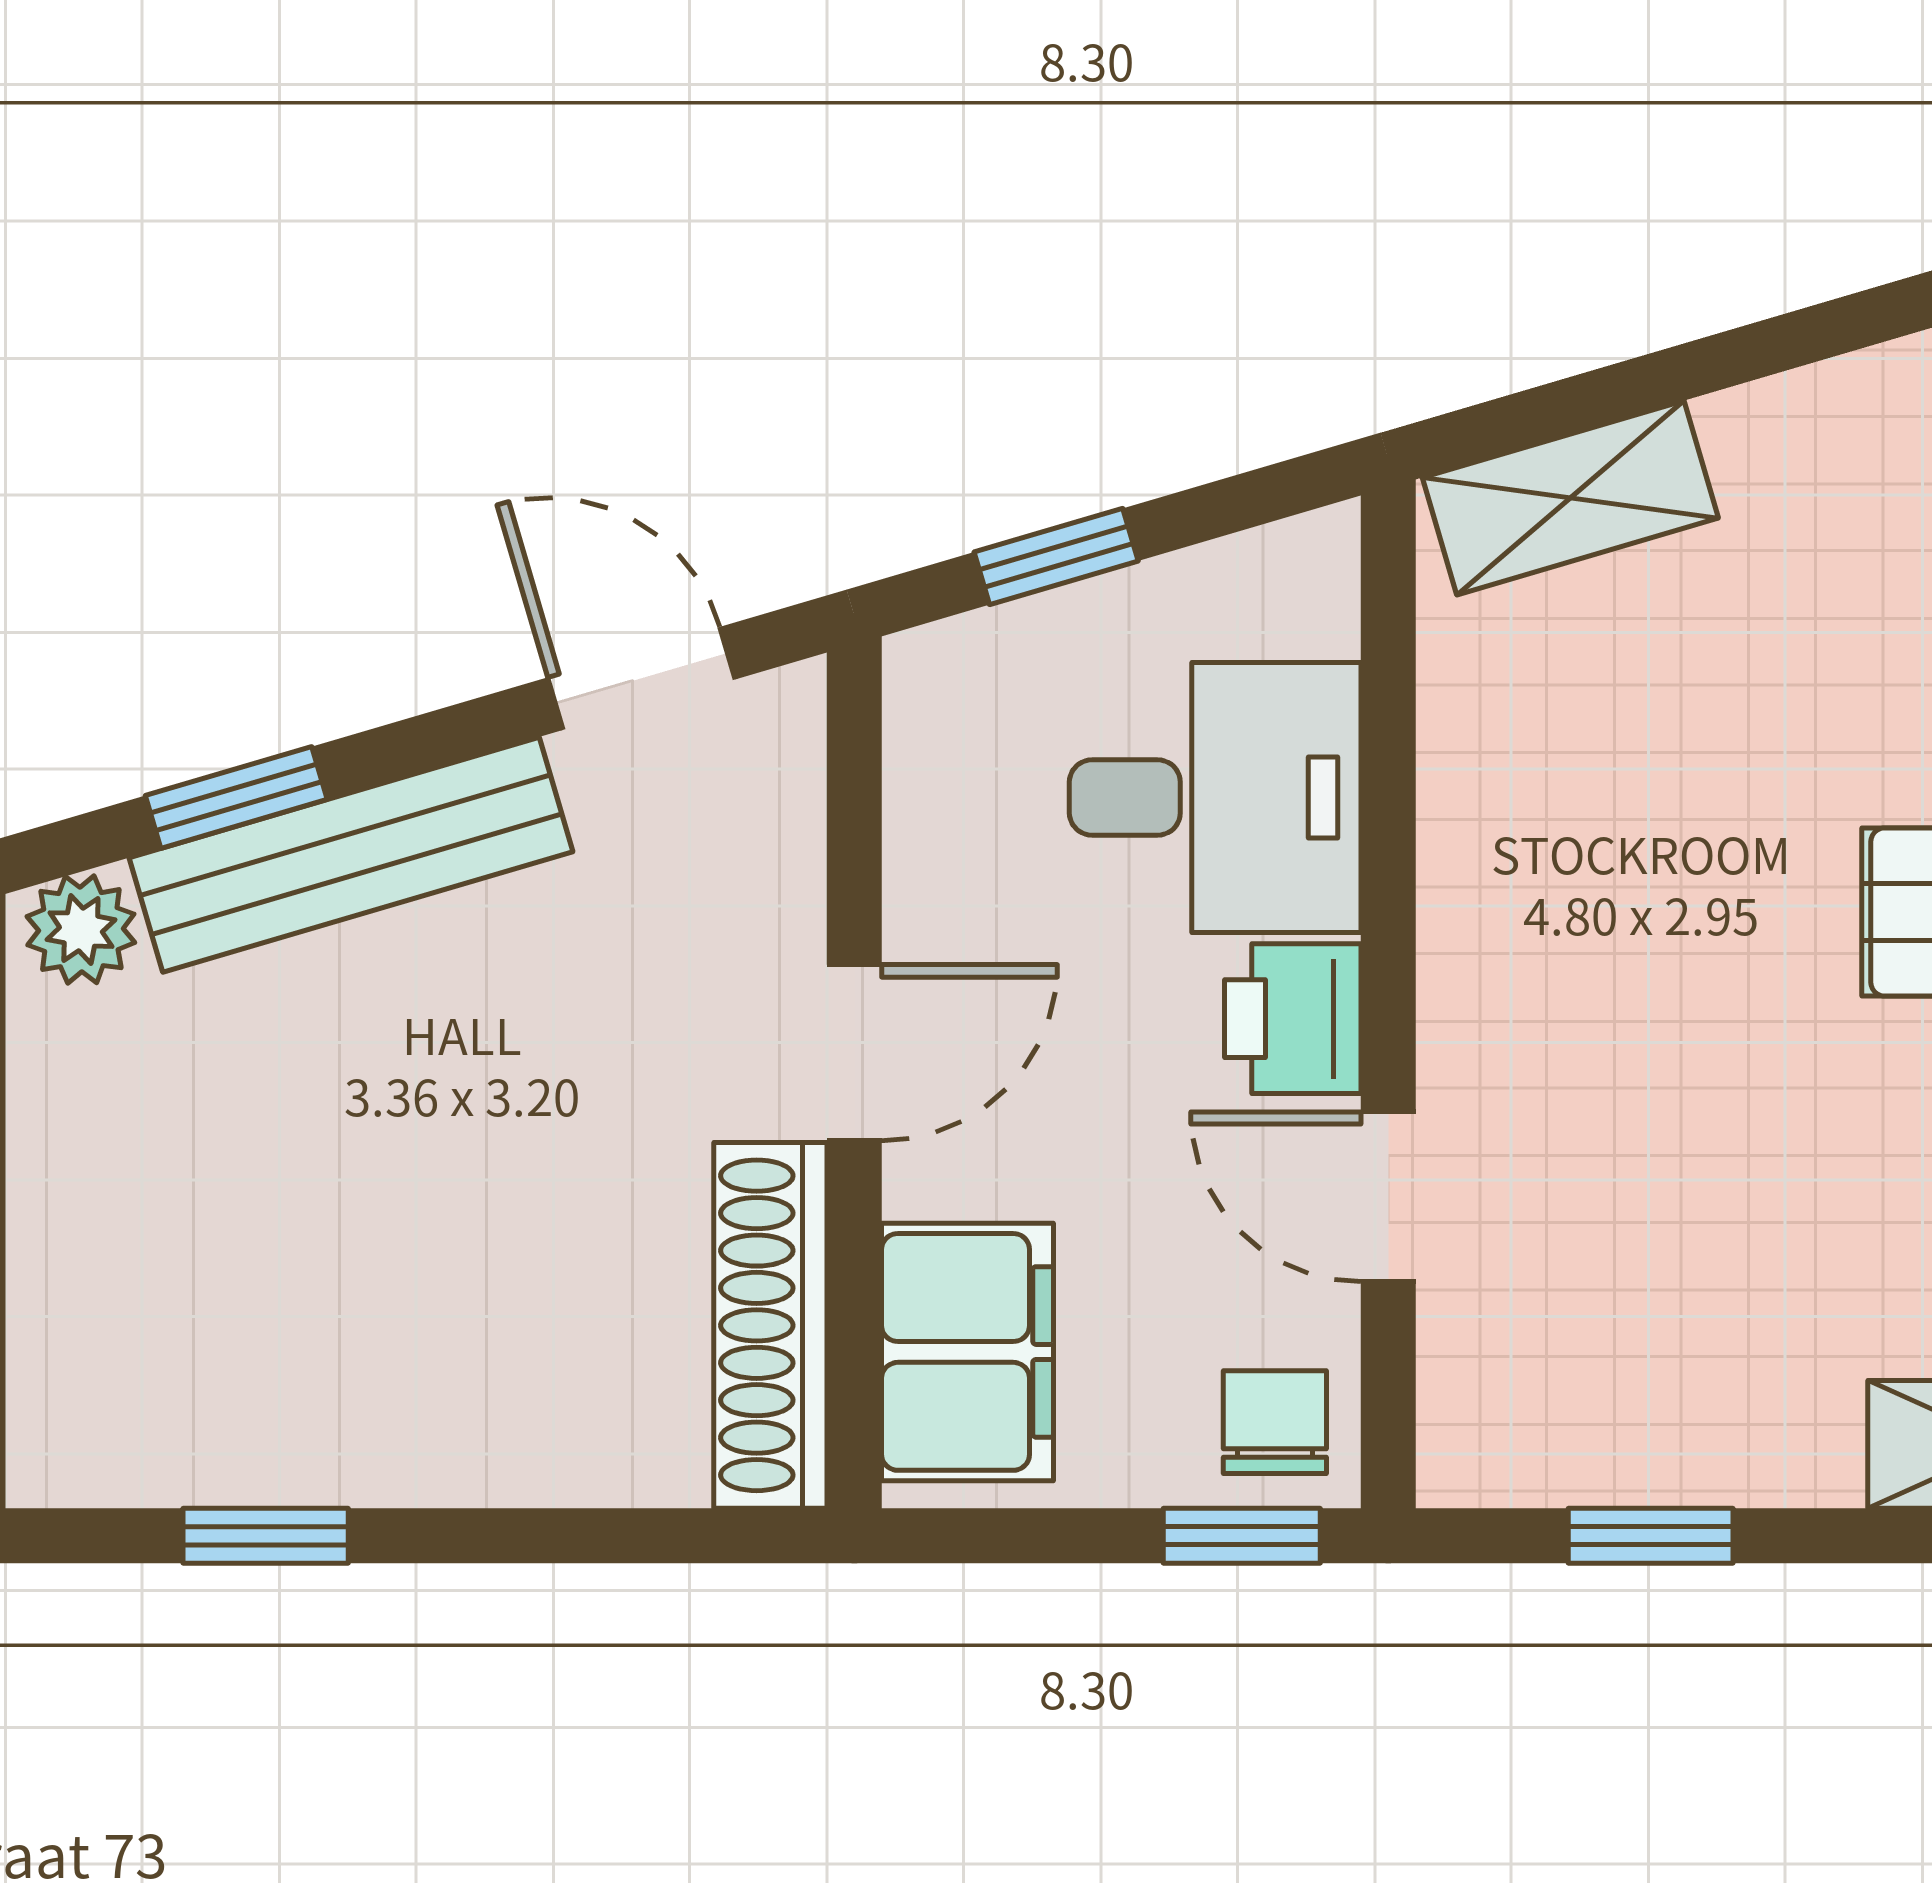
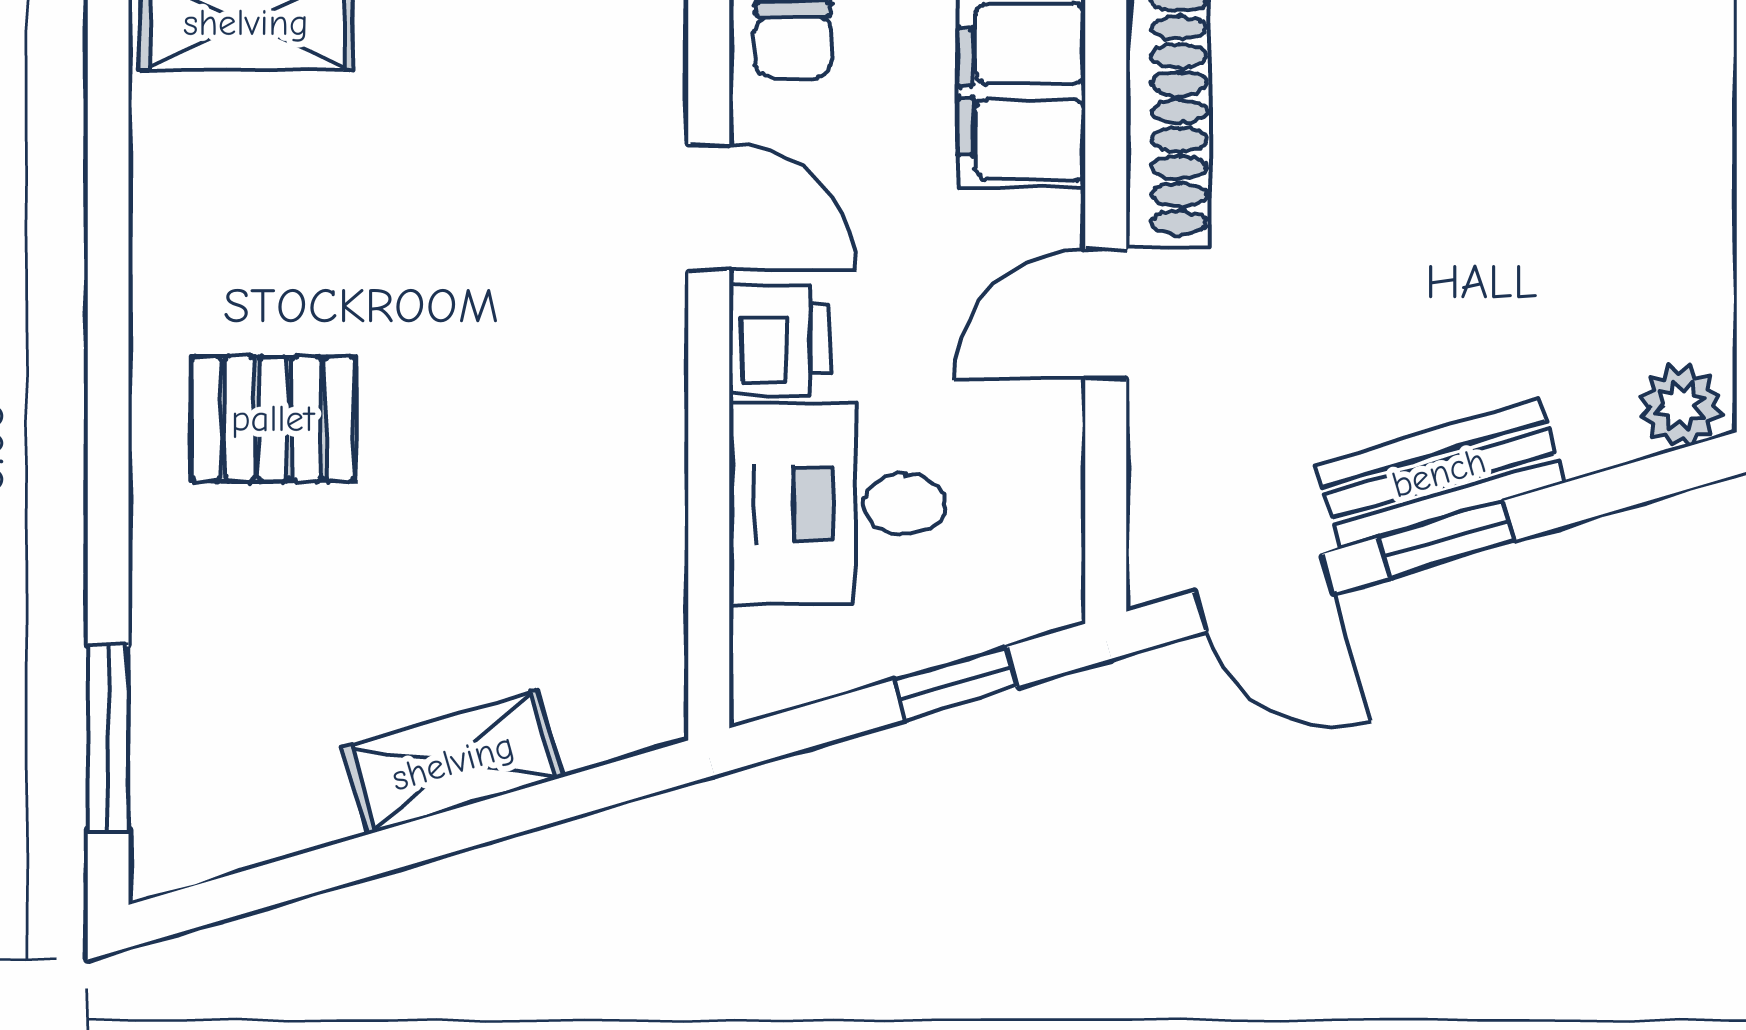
shelving: (1570, 498) -> (453, 762), moved
window: (236, 797) -> (1447, 539), moved
bench: (351, 855) -> (1439, 473), width x0.73

